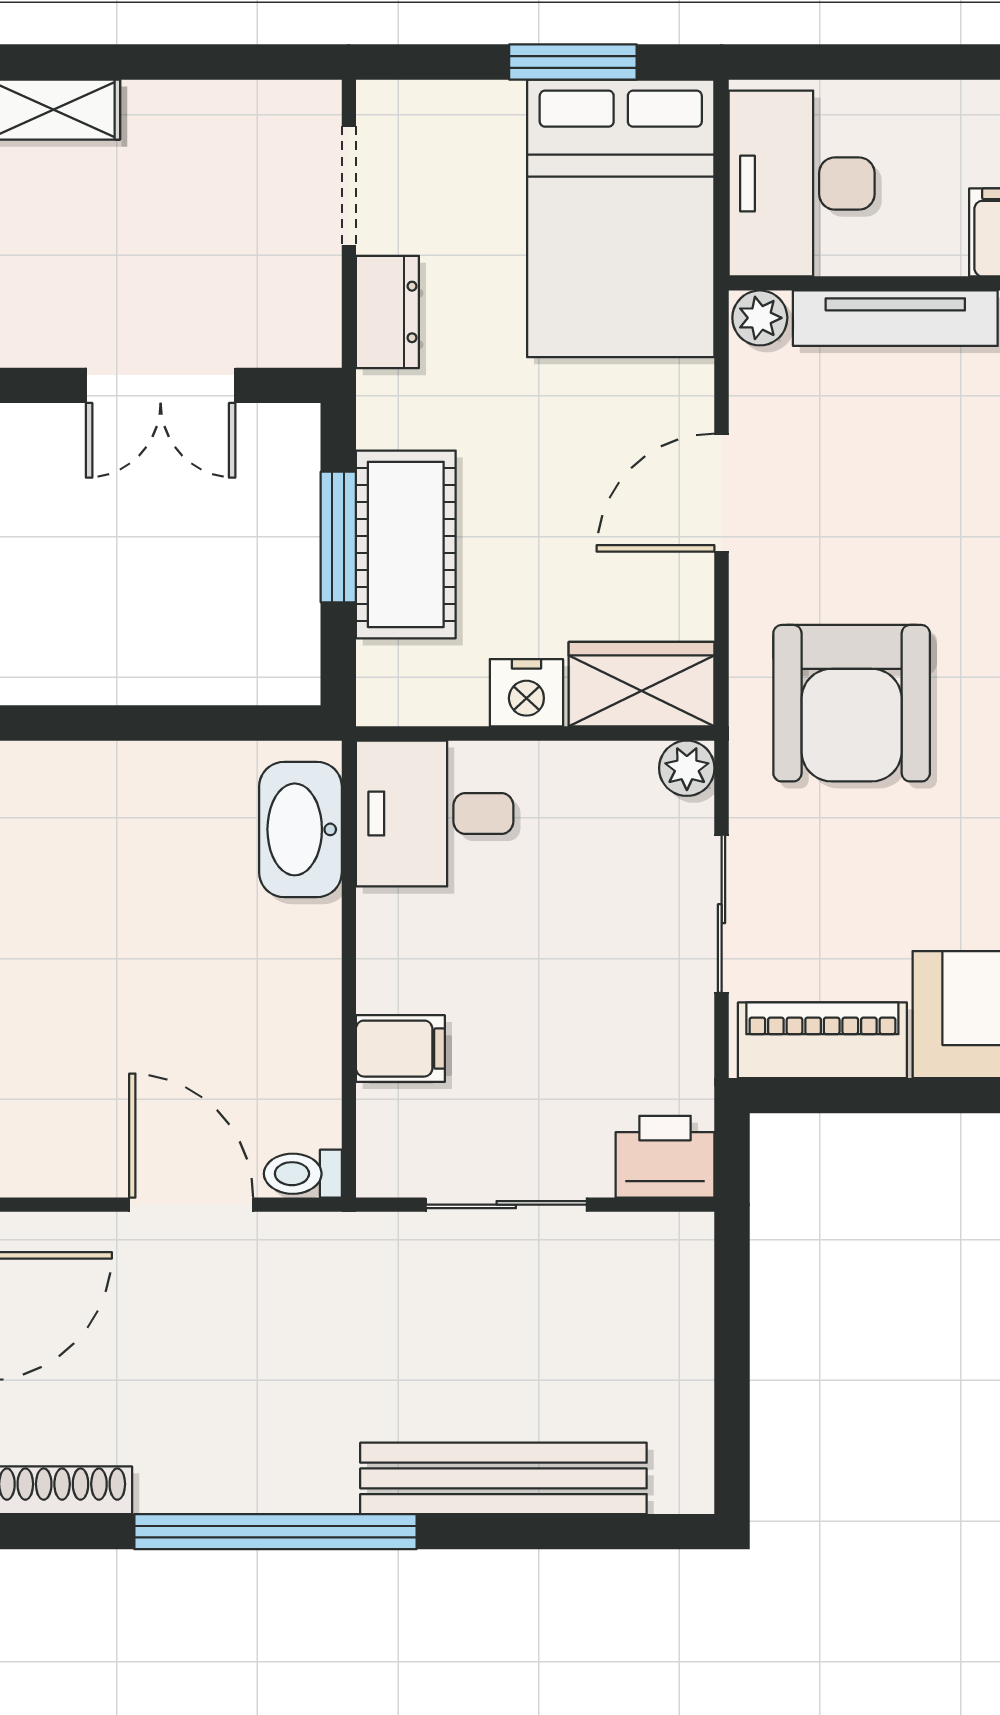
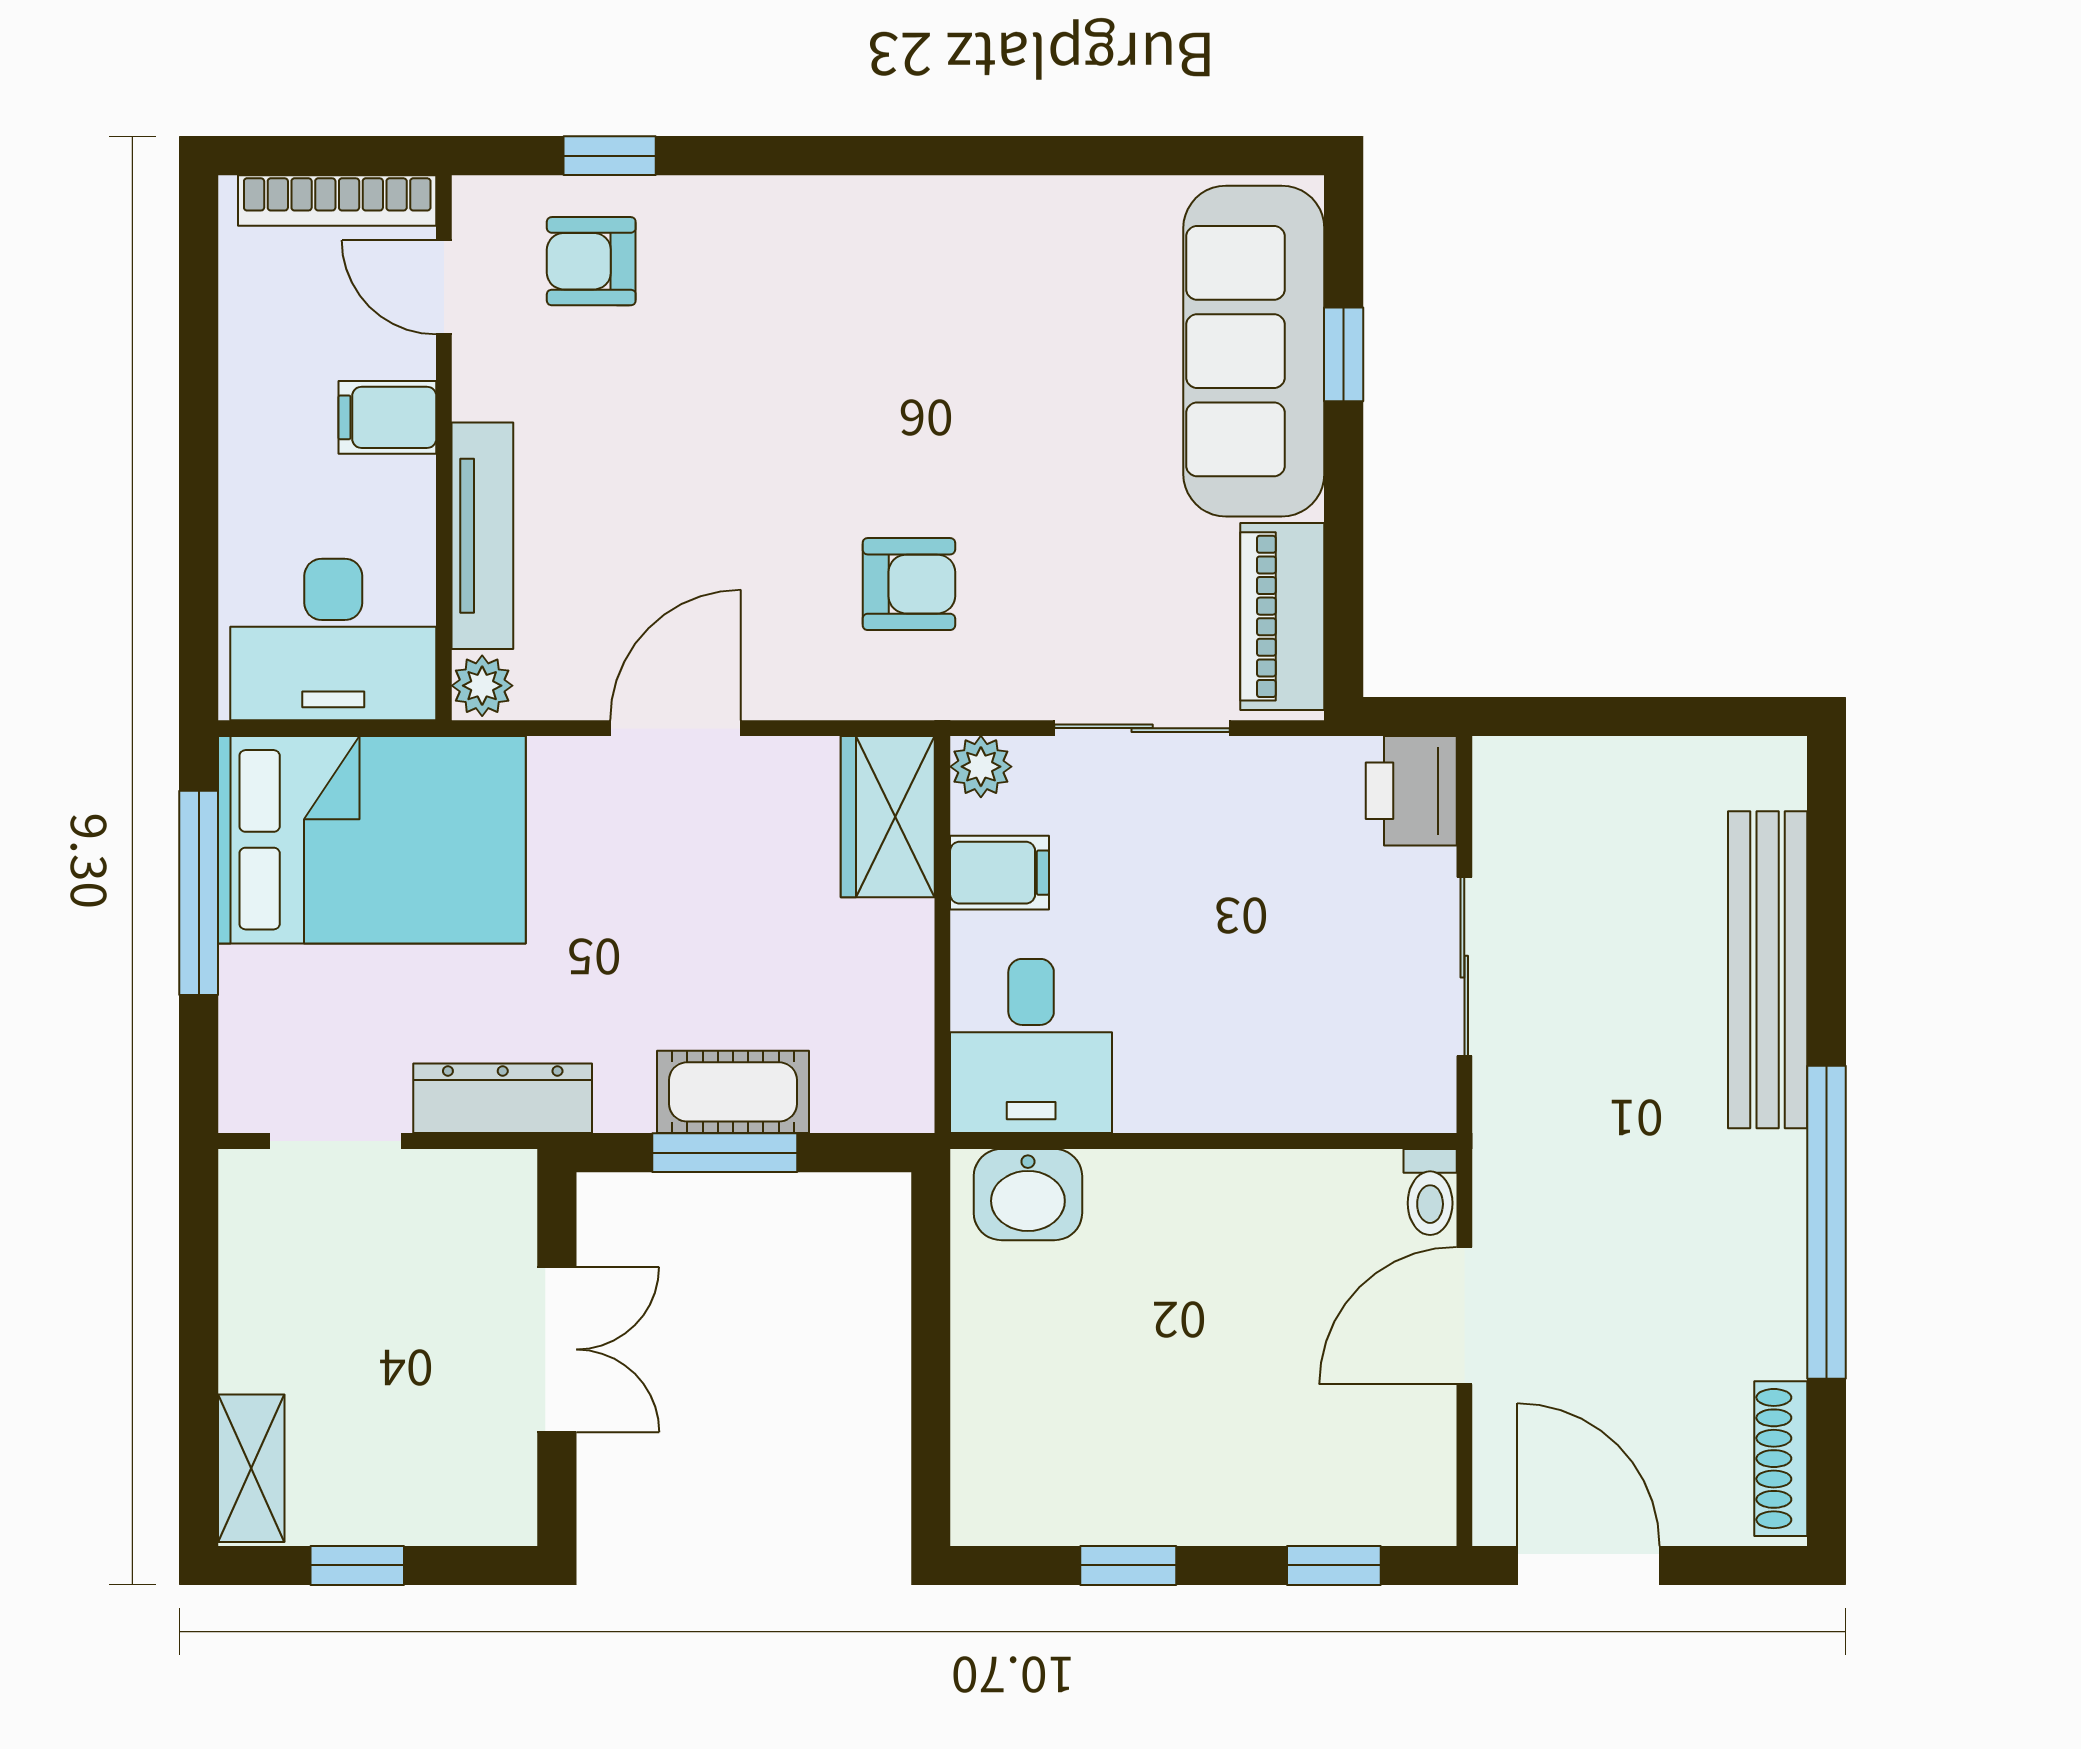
window: (573, 62) -> (199, 893), width x1.44
dresser: (387, 312) -> (503, 1098), width x1.44
door: (722, 493) -> (676, 728), swing flipped
cot: (406, 544) -> (733, 1092), width x0.73, depth x0.75
nightstand: (526, 693) -> (897, 944), removed
armchair: (852, 703) -> (909, 584), width x0.53, depth x0.53
washbasin: (300, 829) -> (1028, 1195), width x0.72
filing cabinet: (400, 1049) -> (1000, 873), moved, turned 90

